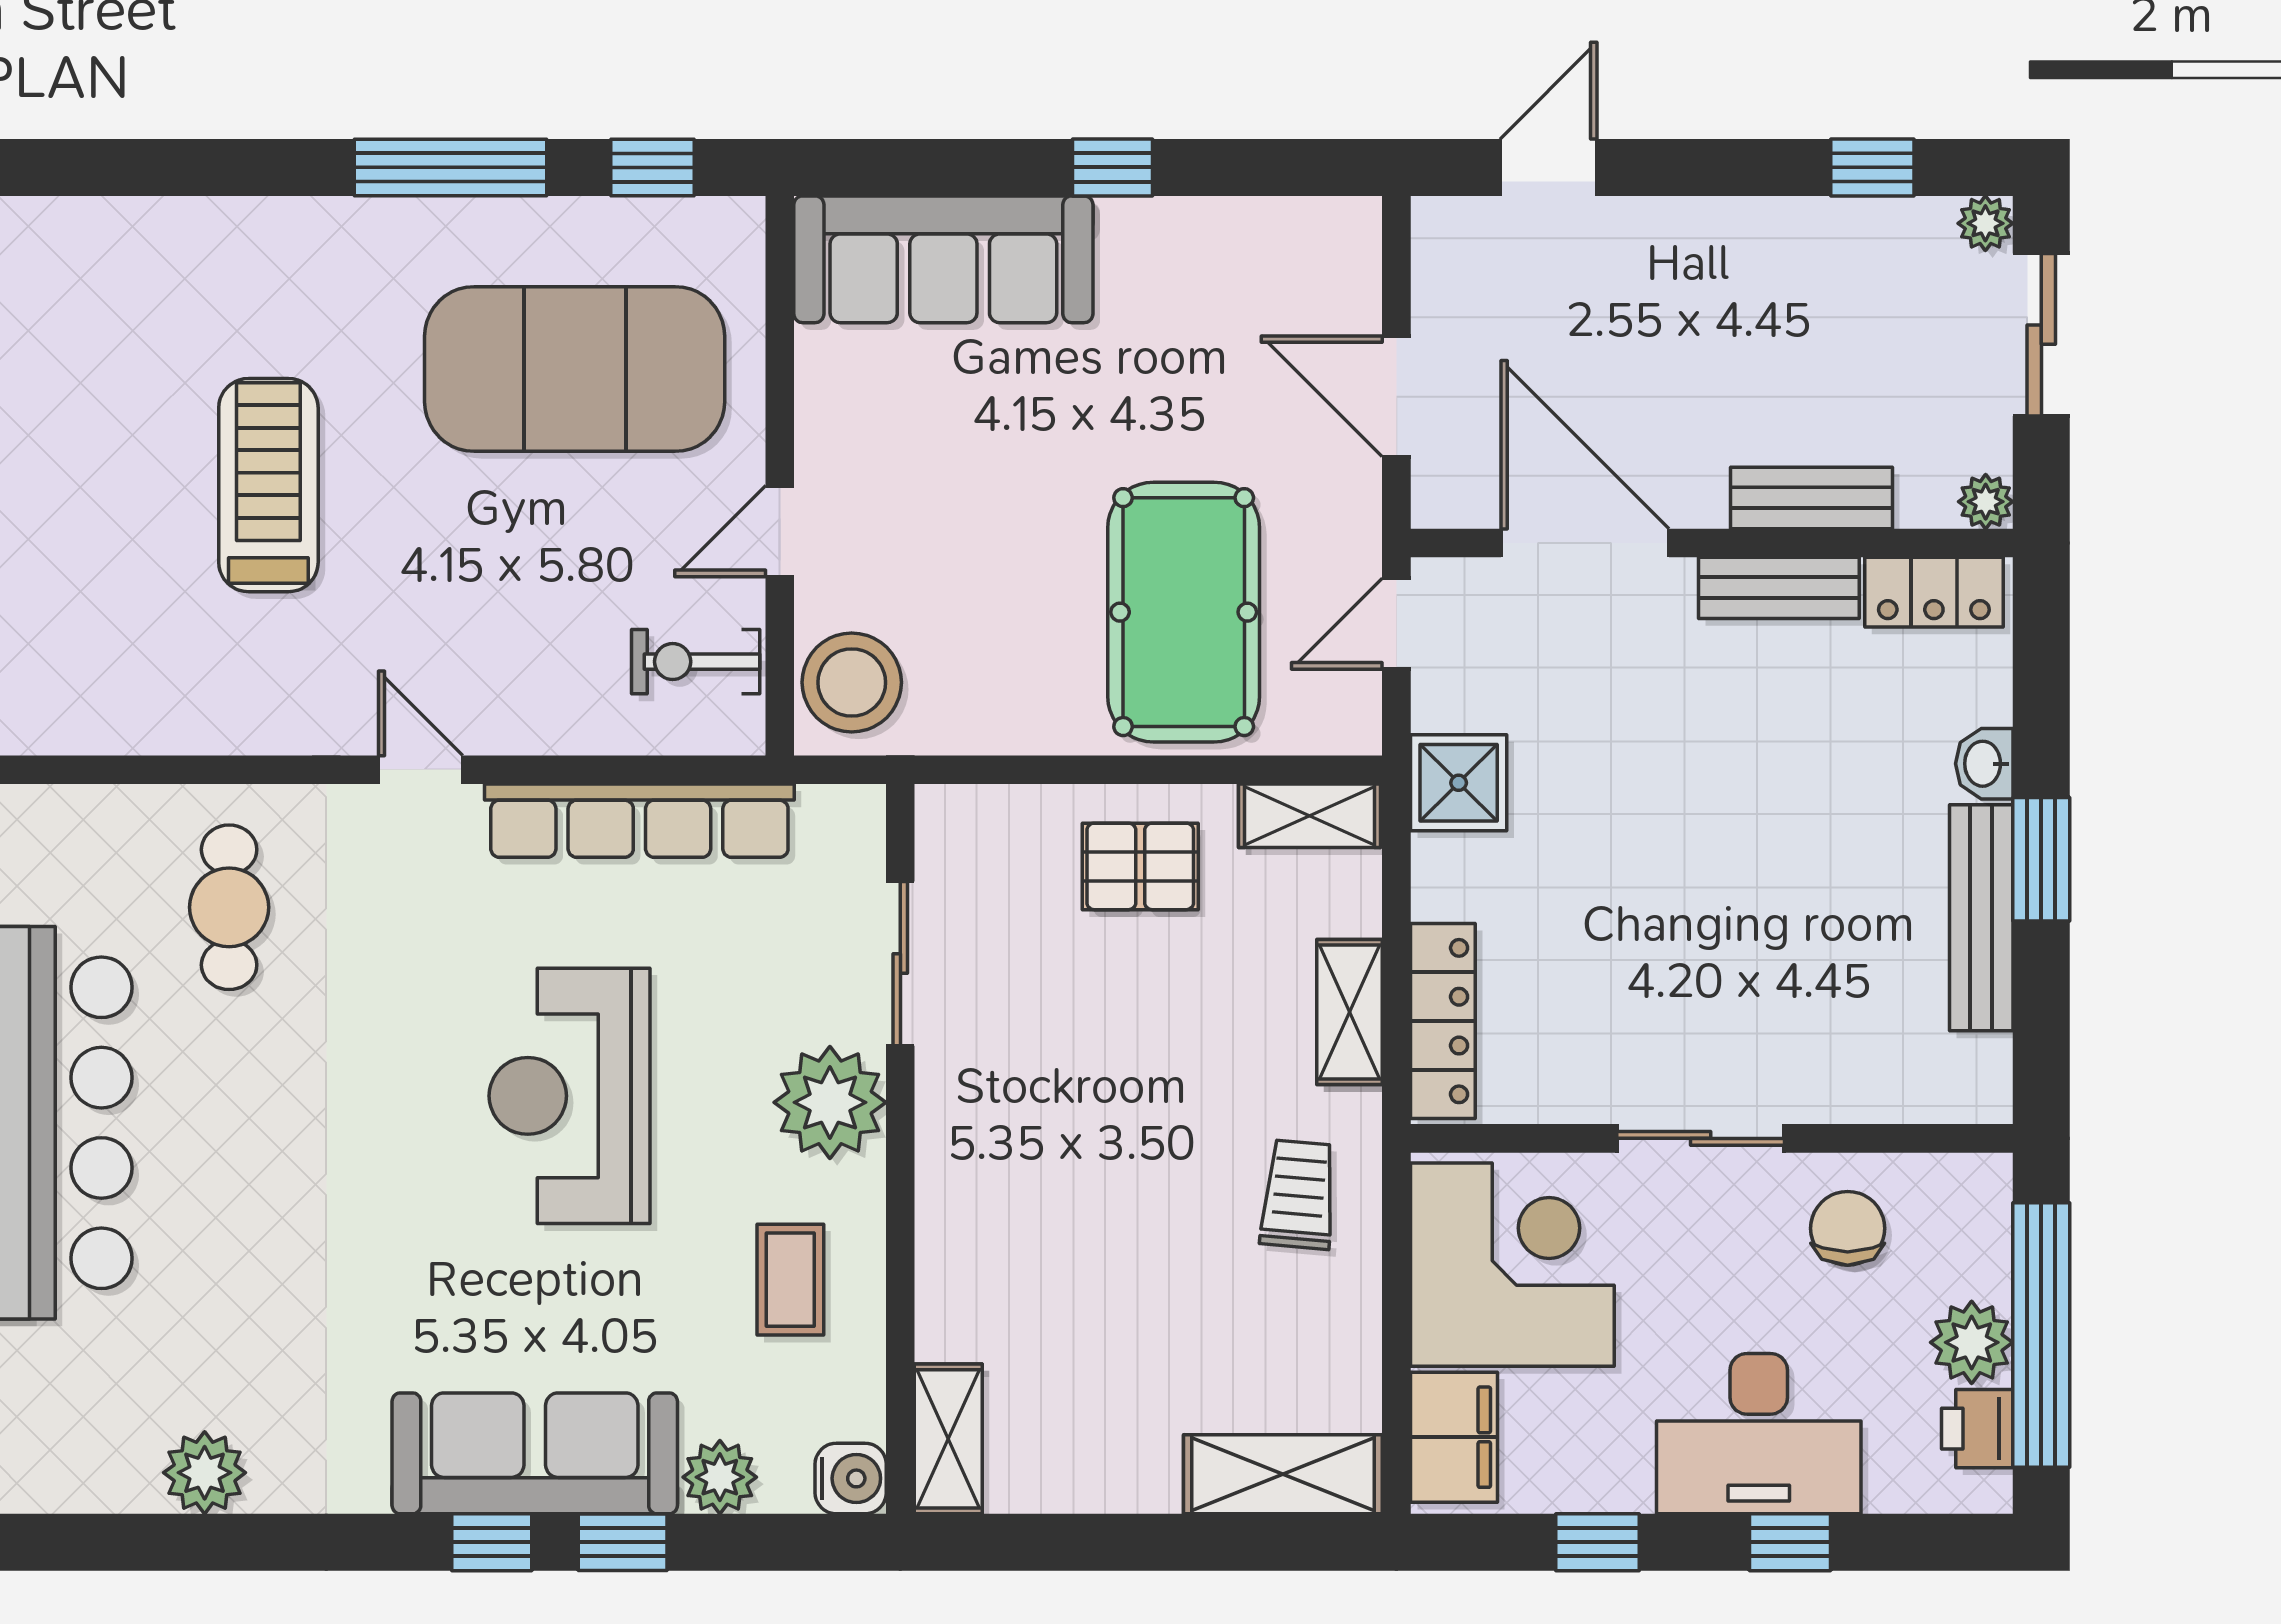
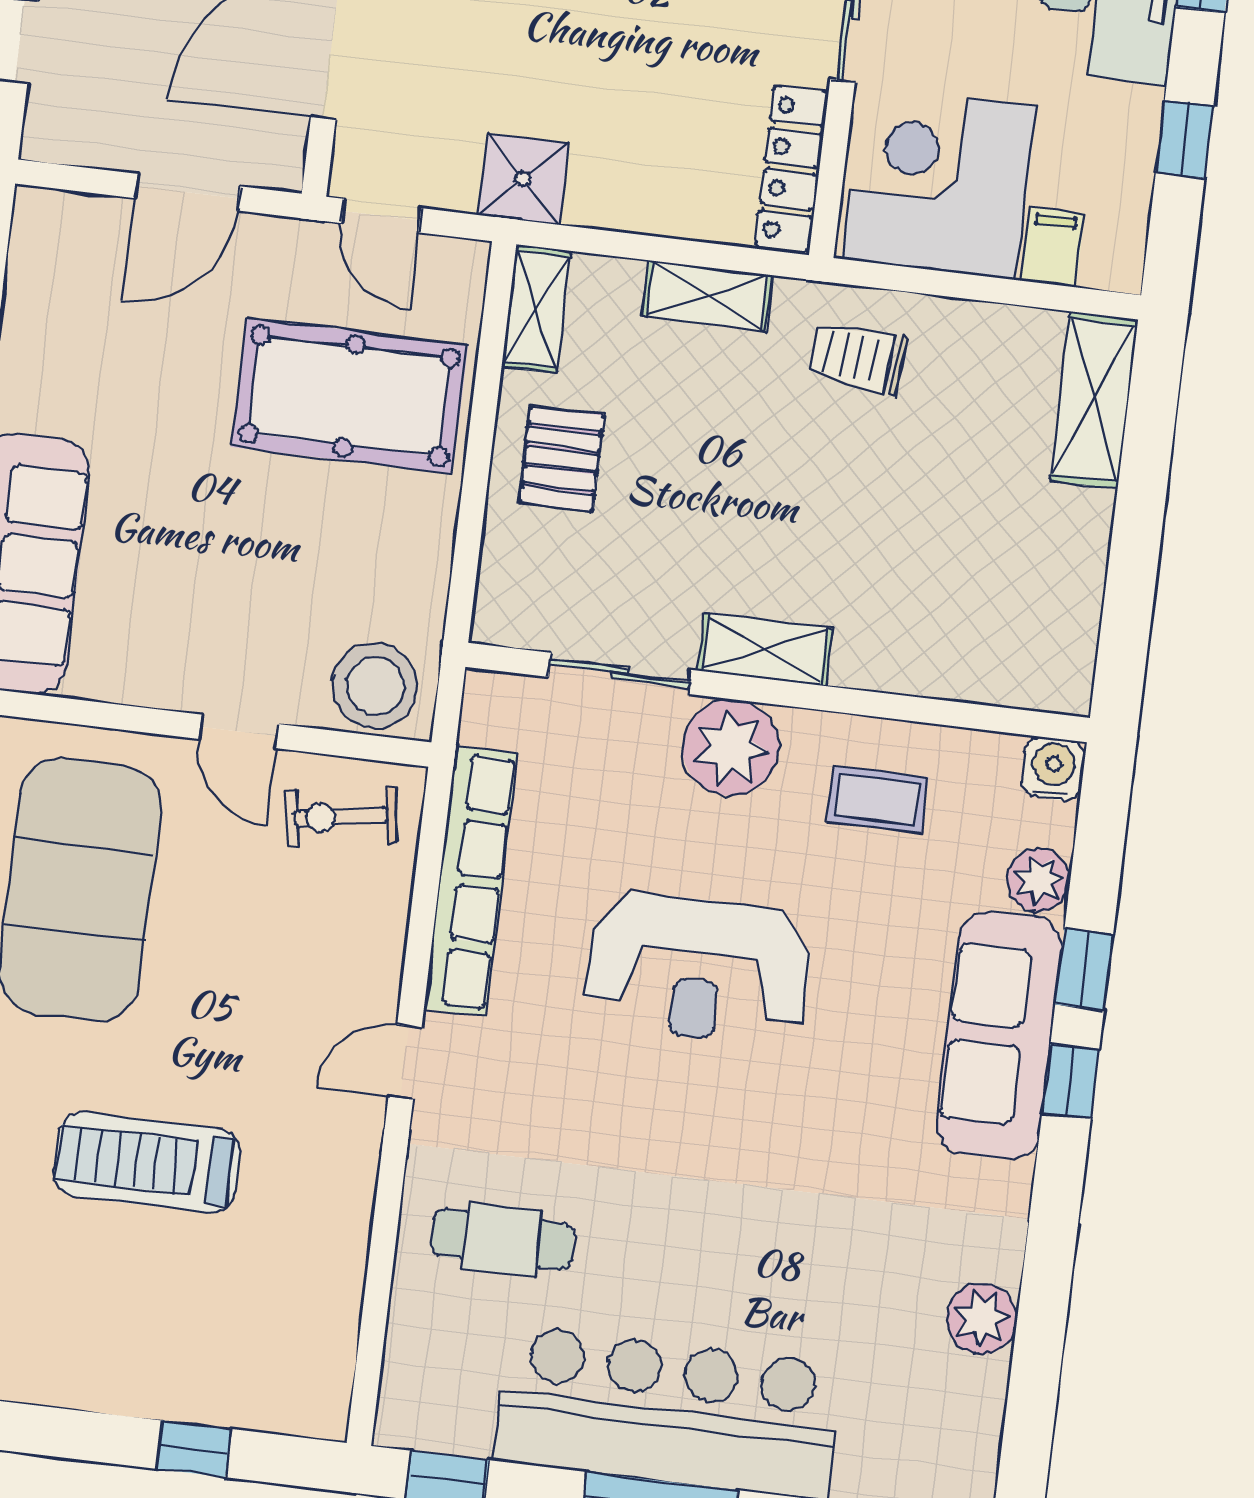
exercise bike: (696, 662) -> (341, 817), turned 81
locker: (1443, 1021) -> (792, 169), moved, turned -90
filing cabinet: (1454, 1437) -> (1053, 247), width x0.50
shelving: (948, 1439) -> (765, 649), moved

